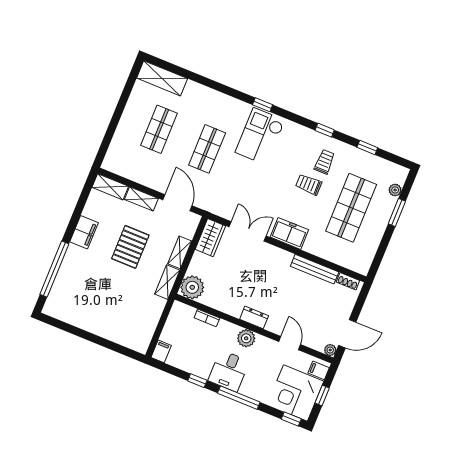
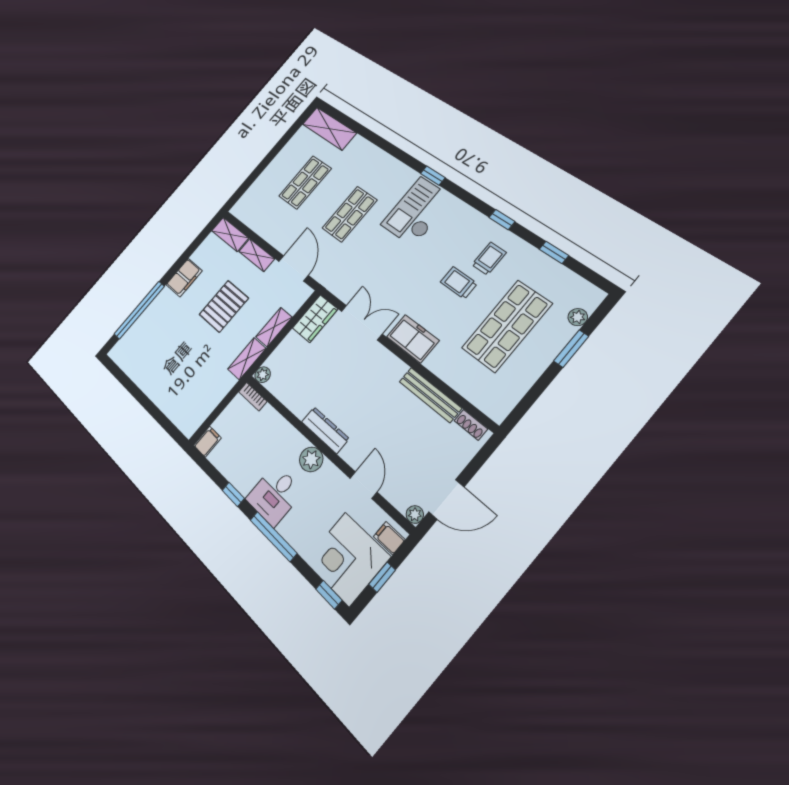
plant: (192, 287) -> (263, 375), width x0.53, depth x0.53
dresser: (254, 317) -> (325, 430), width x1.44
bookcase: (207, 318) -> (253, 397), moved

